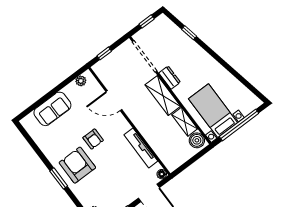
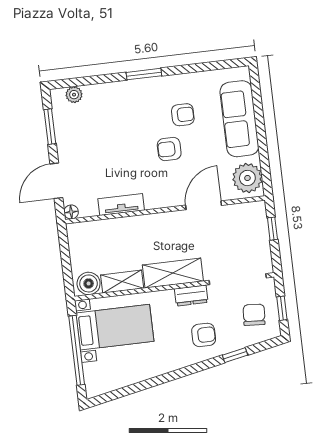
chair: (160, 35) -> (254, 315), added
armchair: (188, 57) -> (204, 335), added
plant: (81, 81) -> (247, 178), width x1.88, depth x1.88
sofa: (52, 109) -> (239, 119), width x1.36
tv unit: (141, 148) -> (121, 205), width x0.71
armchair: (77, 165) -> (183, 115), moved, width x0.53, depth x0.53

